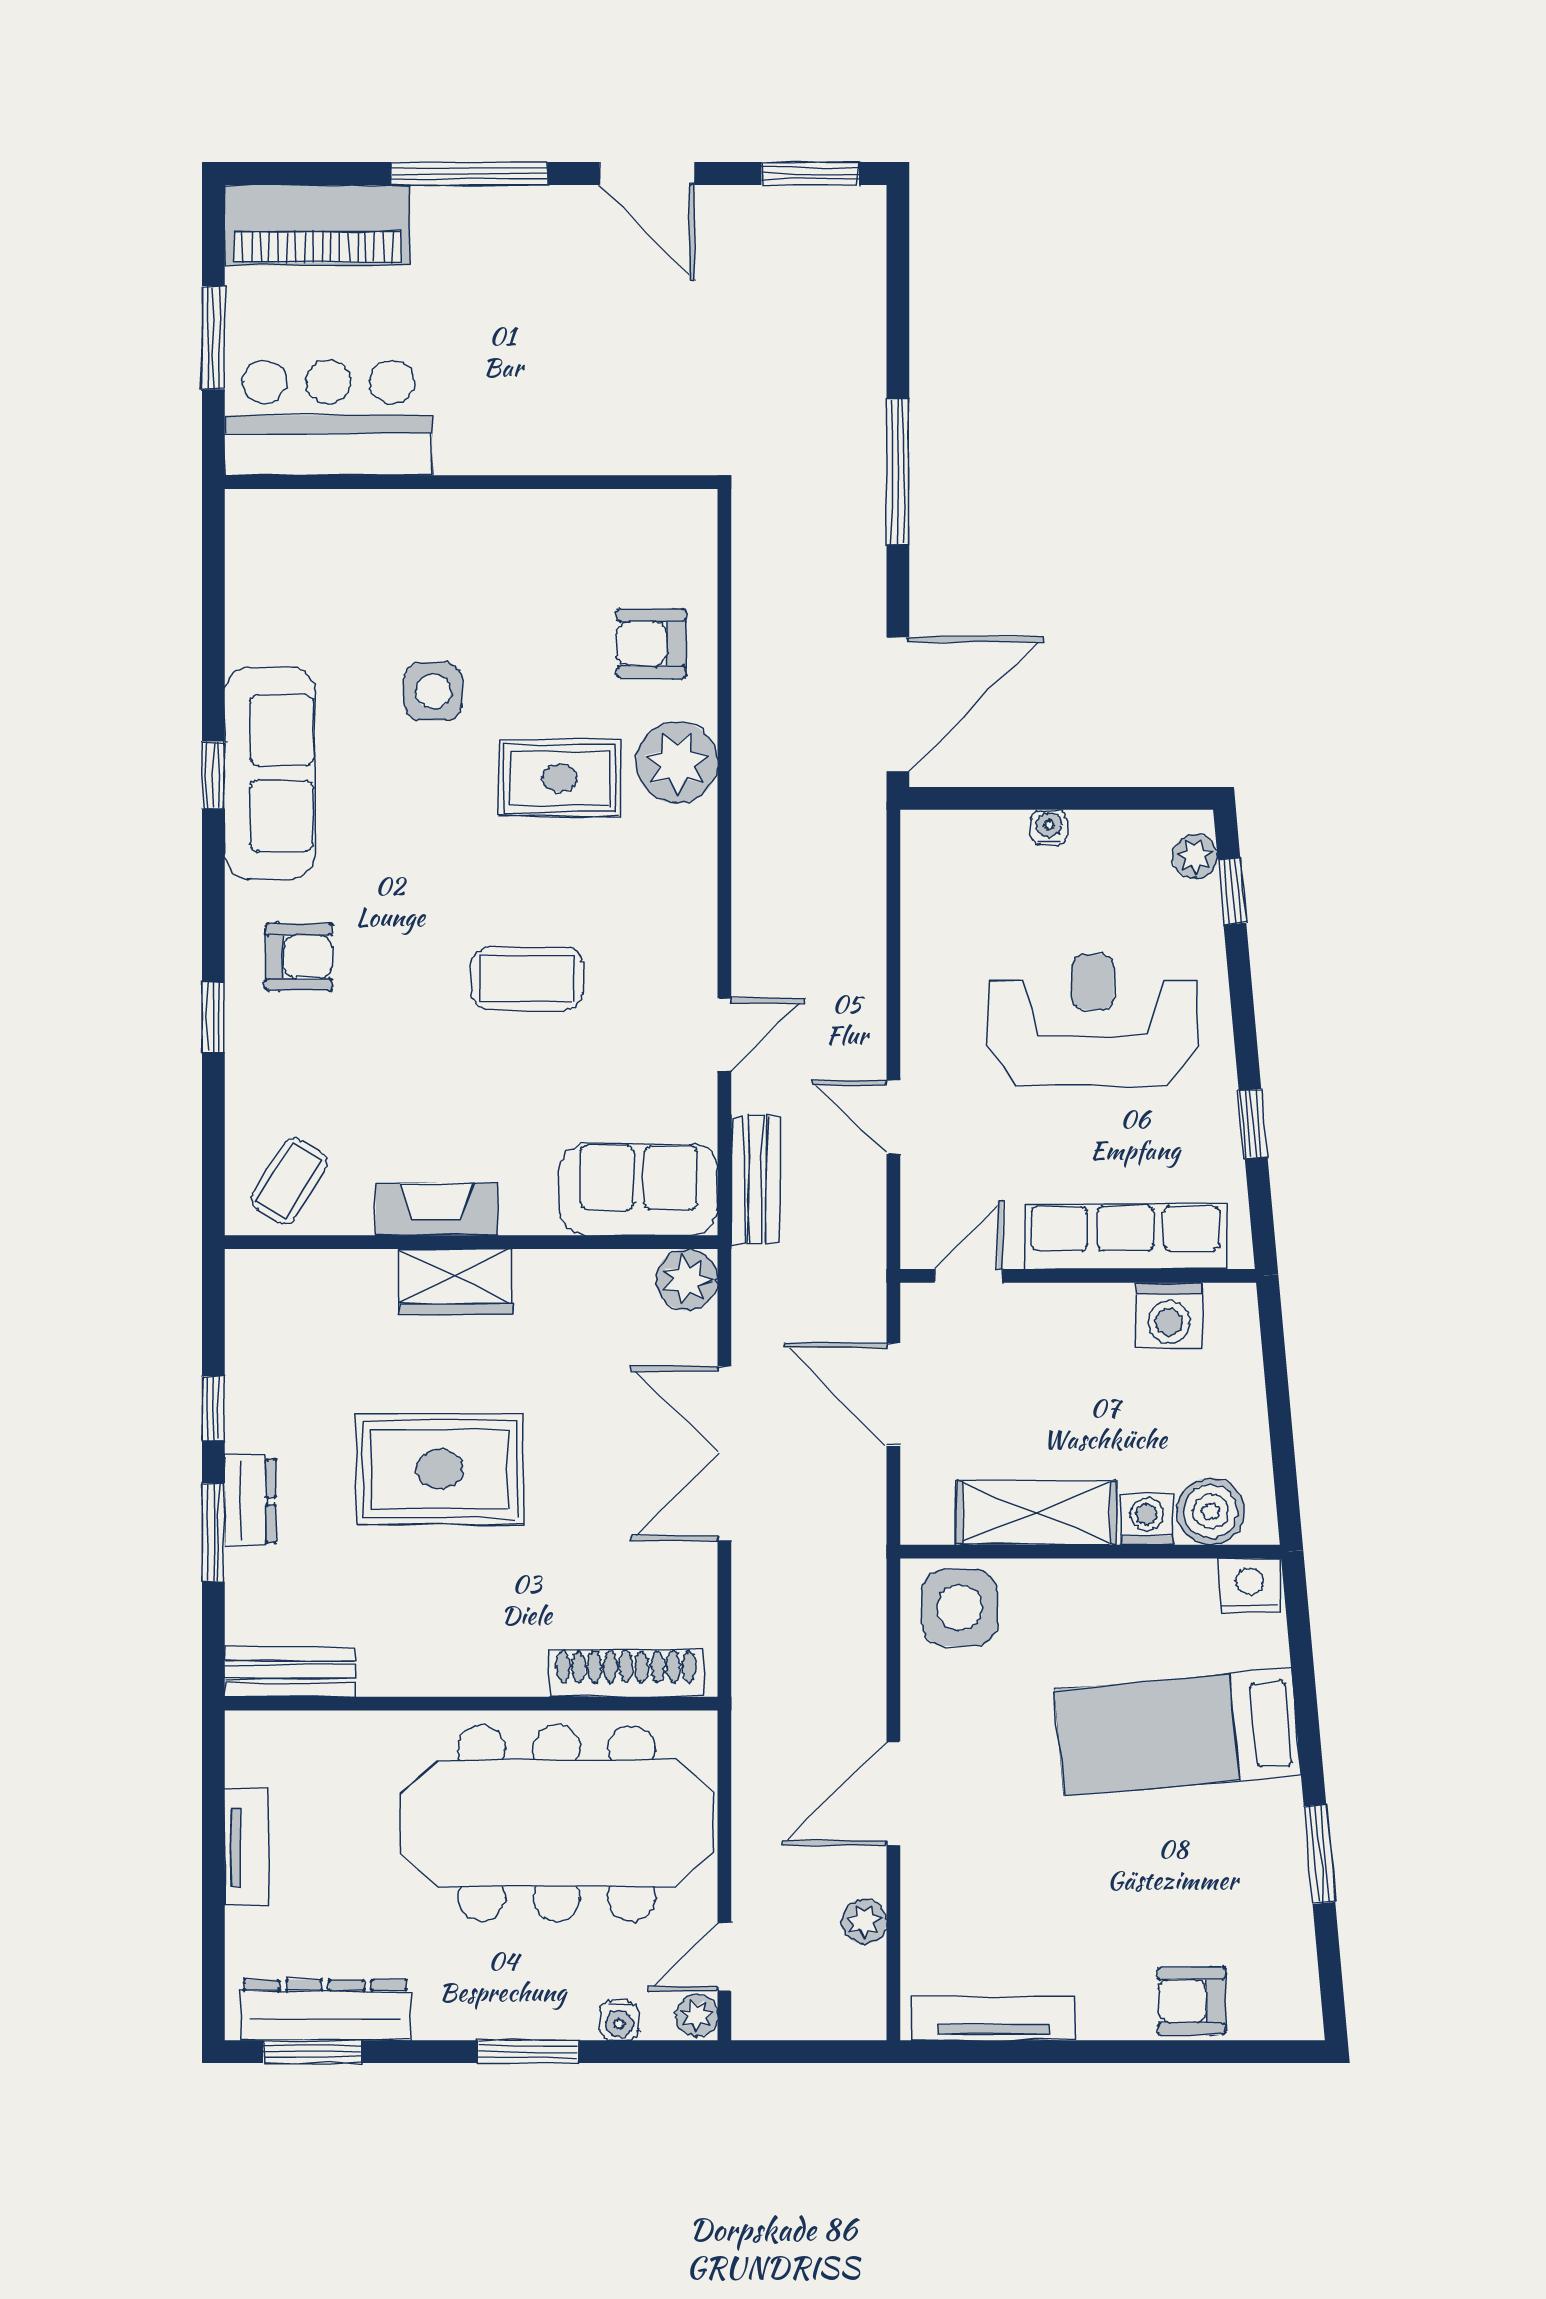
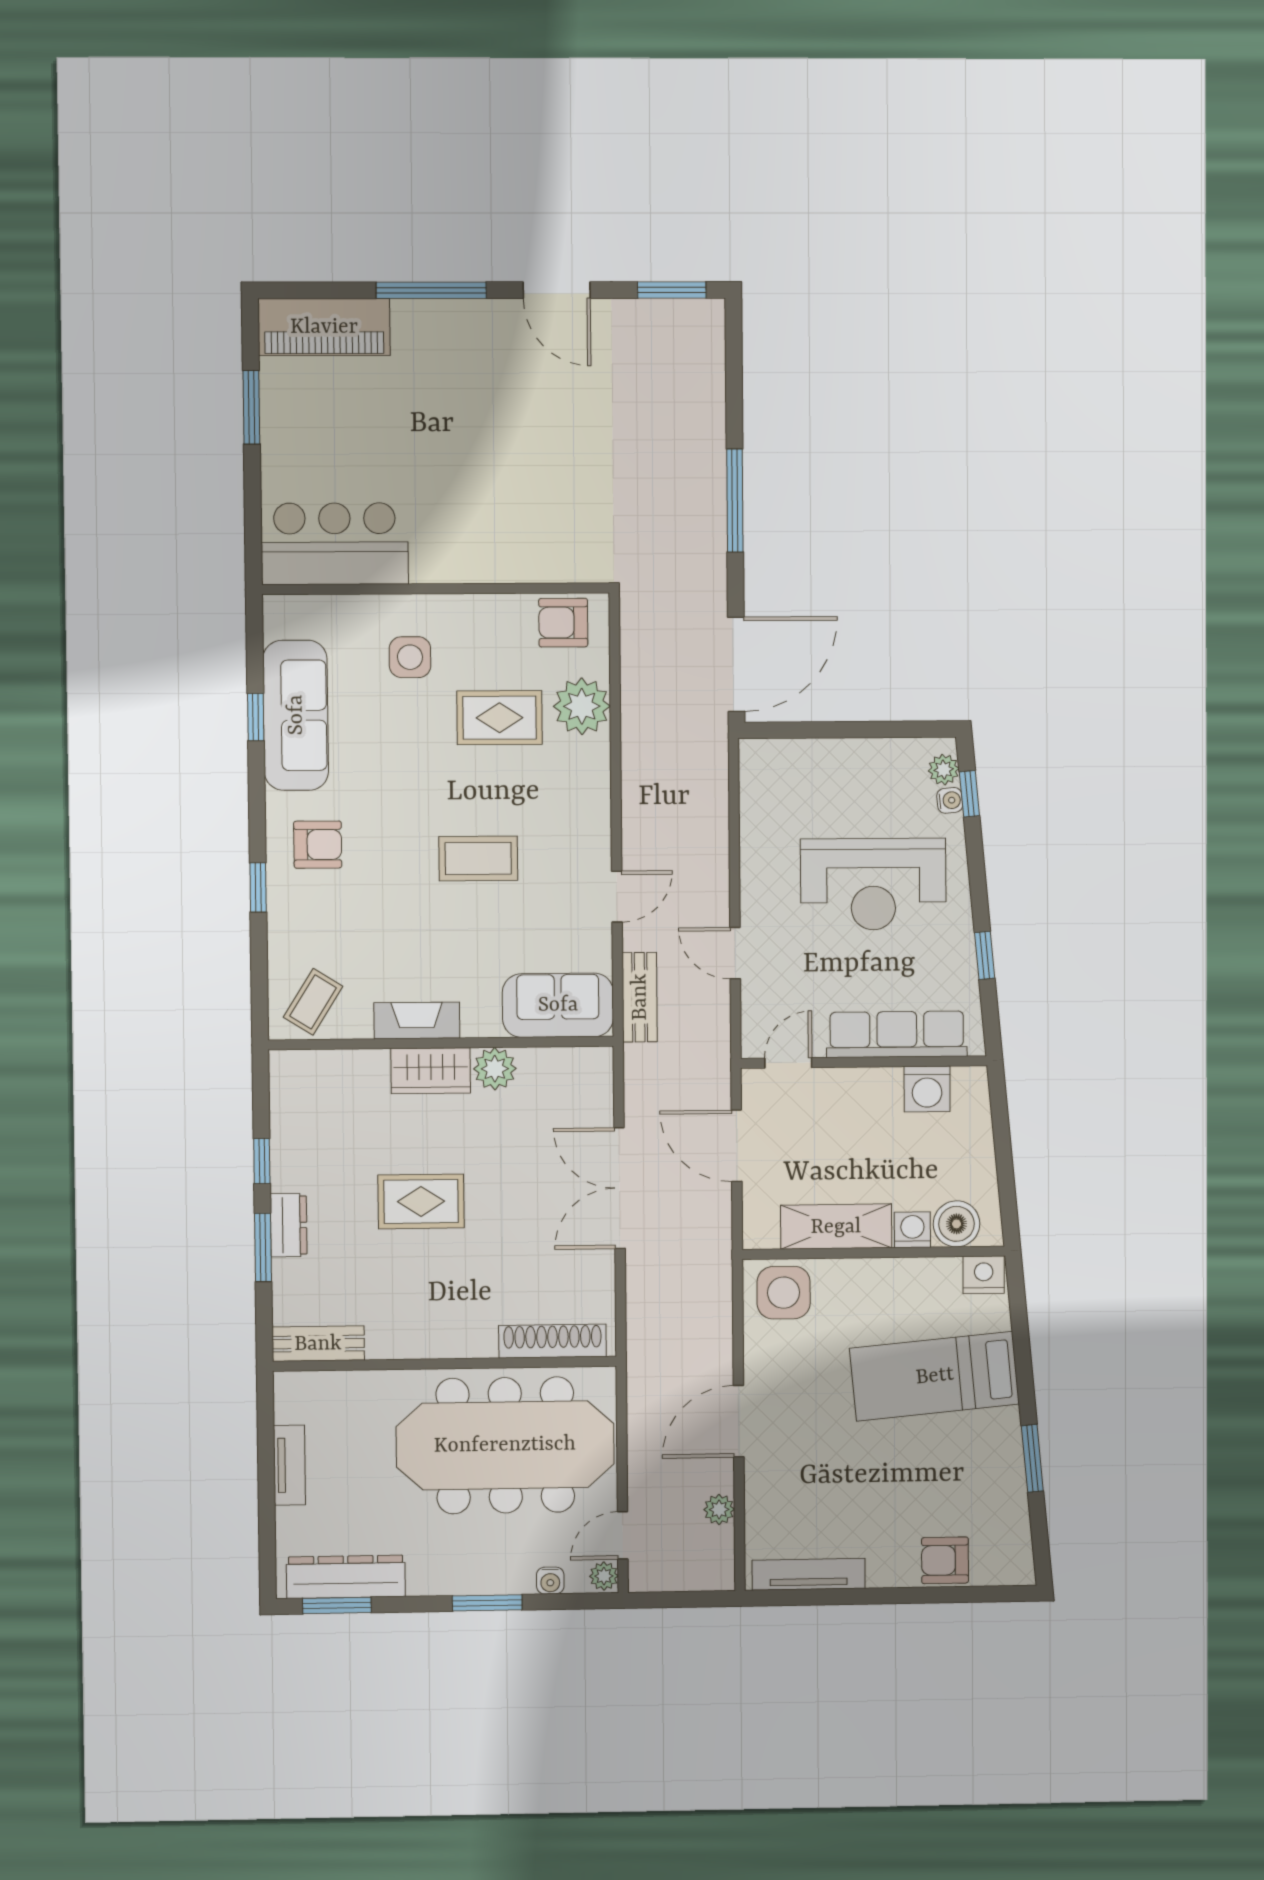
bar counter: (328, 418) -> (335, 544), moved
wall: (471, 482) -> (436, 589), moved
water cooler: (1049, 828) -> (950, 800), moved, turned 85
reception desk: (1093, 1020) -> (873, 884), turned 180
plant: (687, 1280) -> (495, 1069), moved
rug: (440, 1469) -> (421, 1201), width x0.73, depth x0.70

